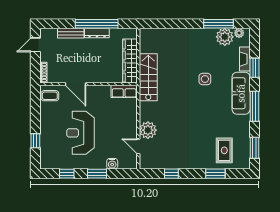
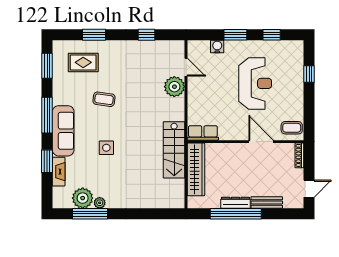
plant: (239, 33) -> (100, 203), moved
coffee table: (207, 120) -> (104, 99), added
rug: (224, 150) -> (83, 62), turned 90

